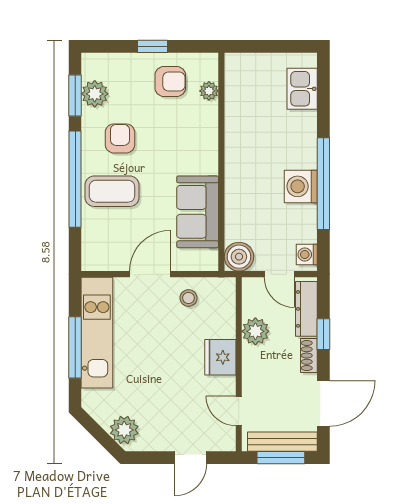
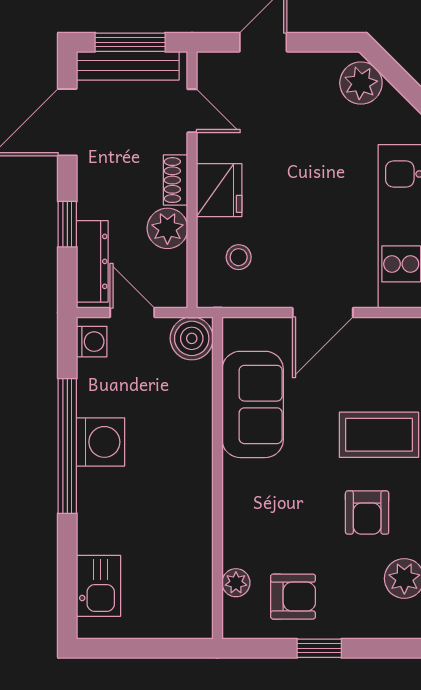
armchair: (170, 81) -> (293, 597), turned 180
stool: (188, 298) -> (239, 257), moved
shoe rack: (309, 356) -> (176, 180), moved, turned 180

